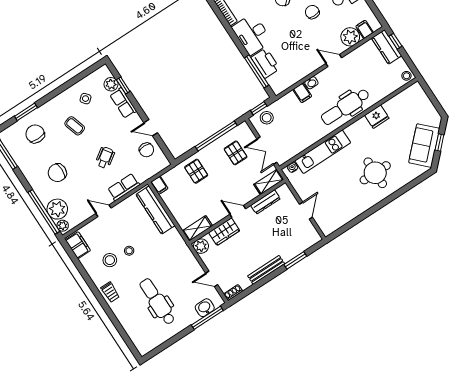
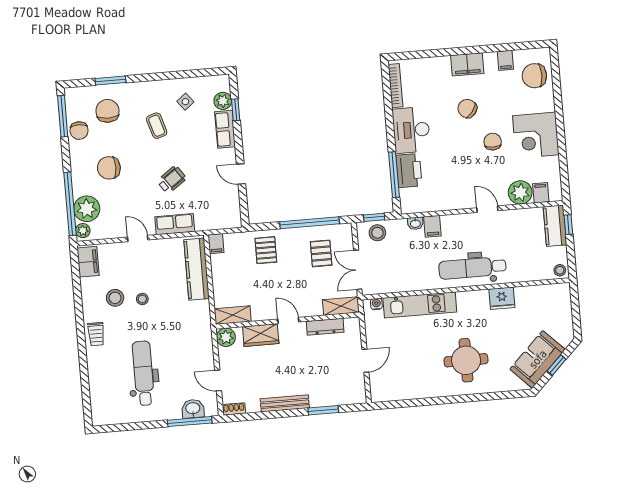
washbasin: (311, 83) -> (415, 223), moved
chair: (146, 150) -> (79, 131), moved

